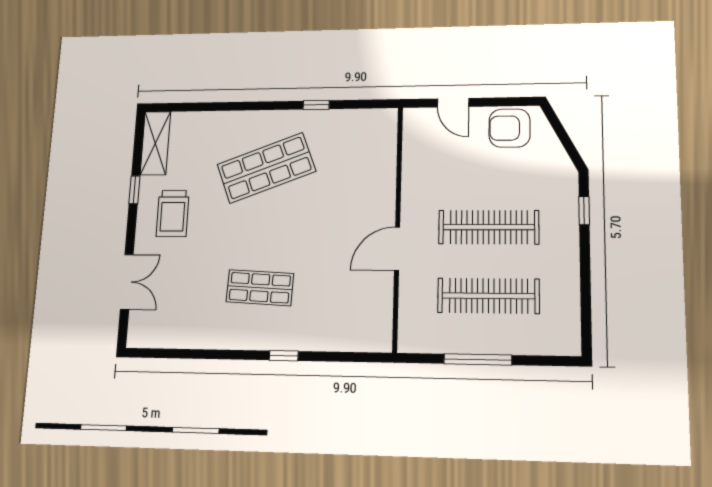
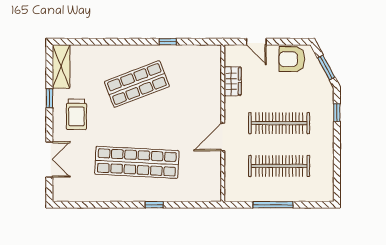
window: (565, 140) -> (326, 68), added
wardrobe: (415, 162) -> (233, 81), added
shop shelf: (260, 288) -> (137, 162), width x2.00, depth x1.36

